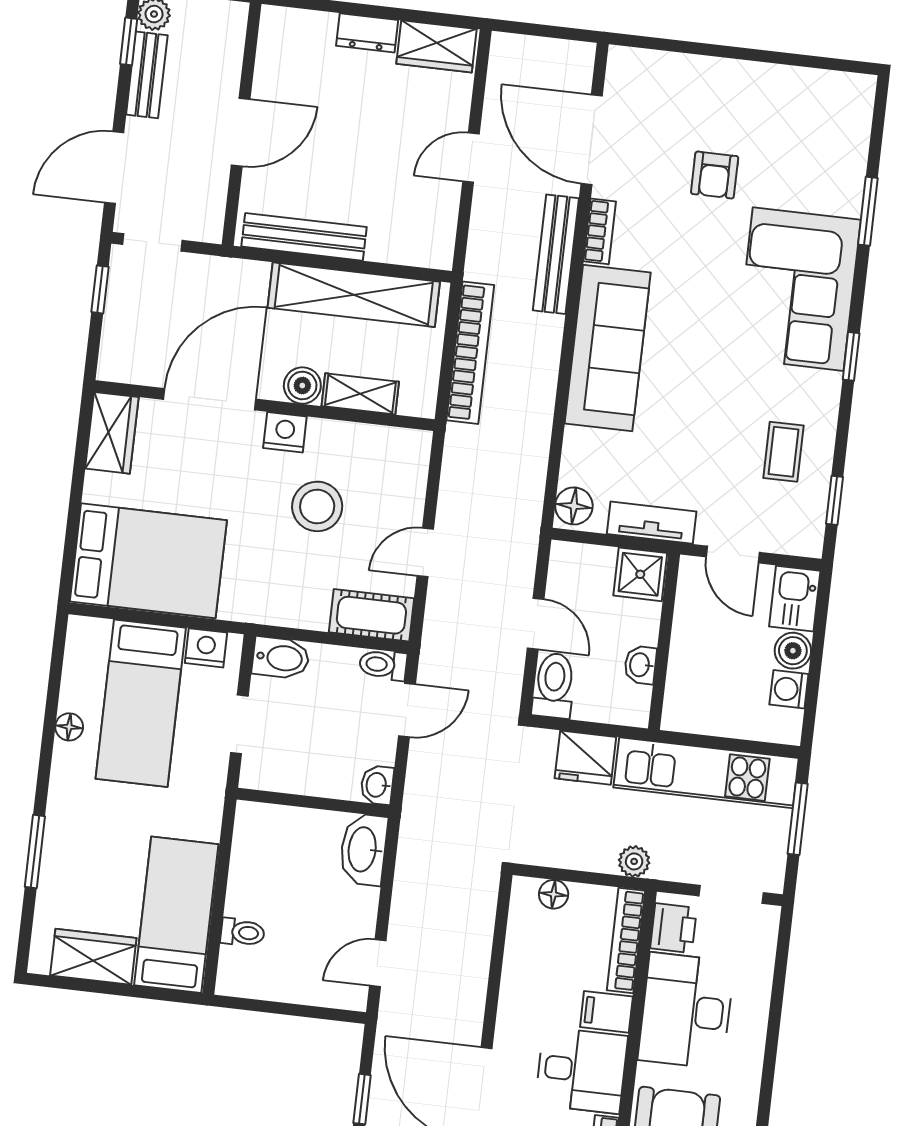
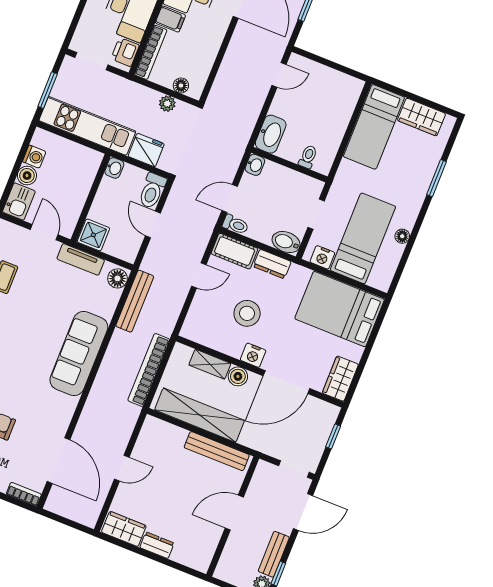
bookcase: (600, 231) -> (24, 494), moved, turned 90
bench: (556, 254) -> (135, 301), moved
window: (100, 289) -> (333, 436), moved
dresser: (296, 610) -> (272, 264), added
washbasin: (640, 665) -> (114, 168), moved
plant: (634, 861) -> (167, 104), moved
toilet: (243, 932) -> (308, 157), moved, turned 90

